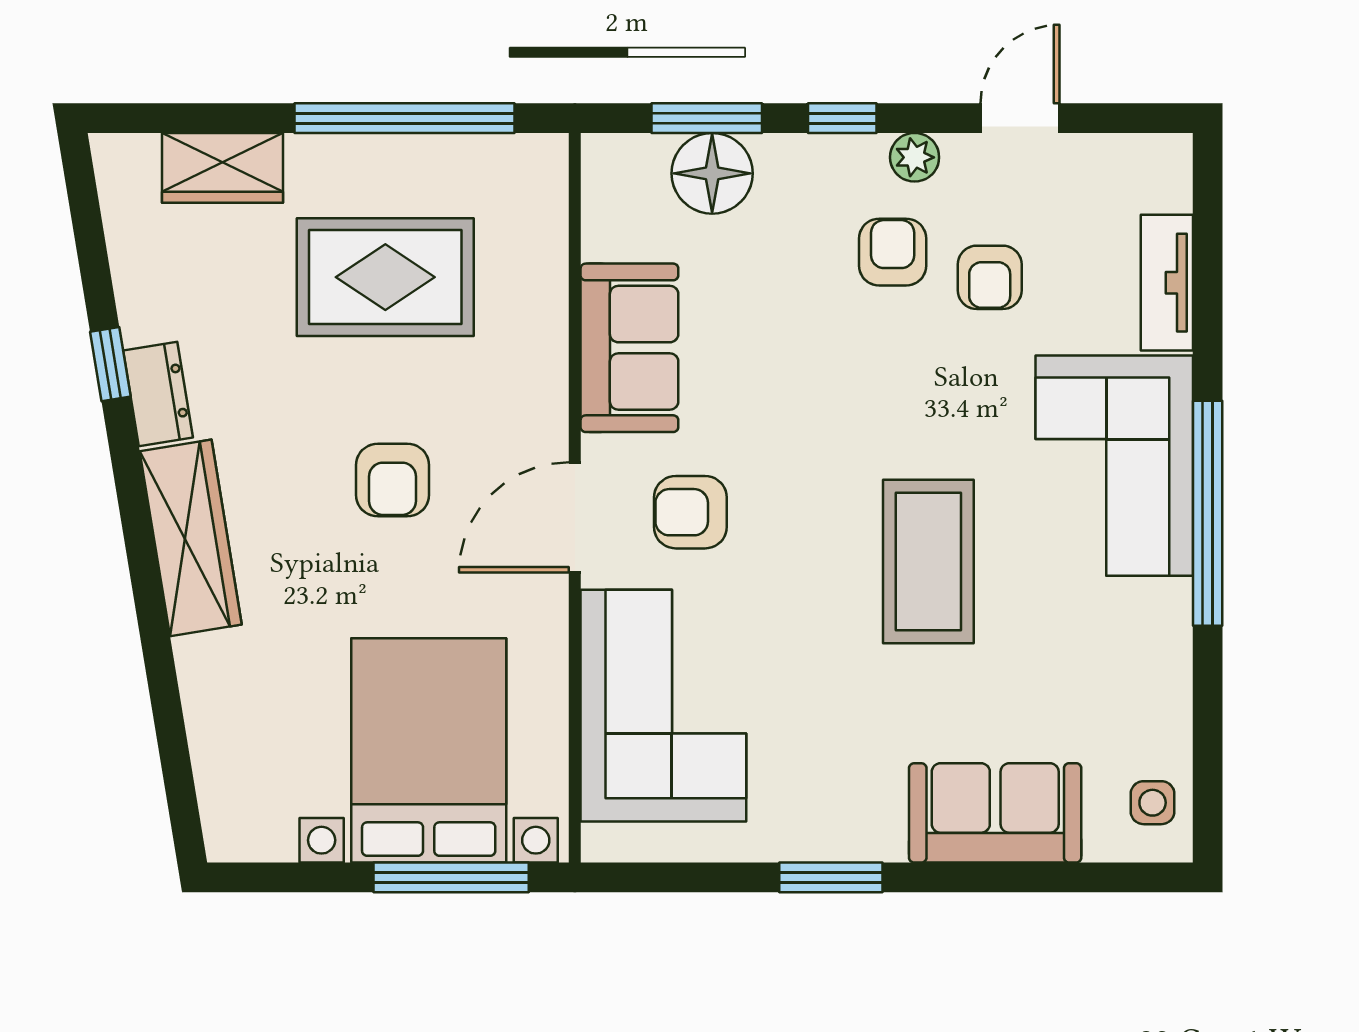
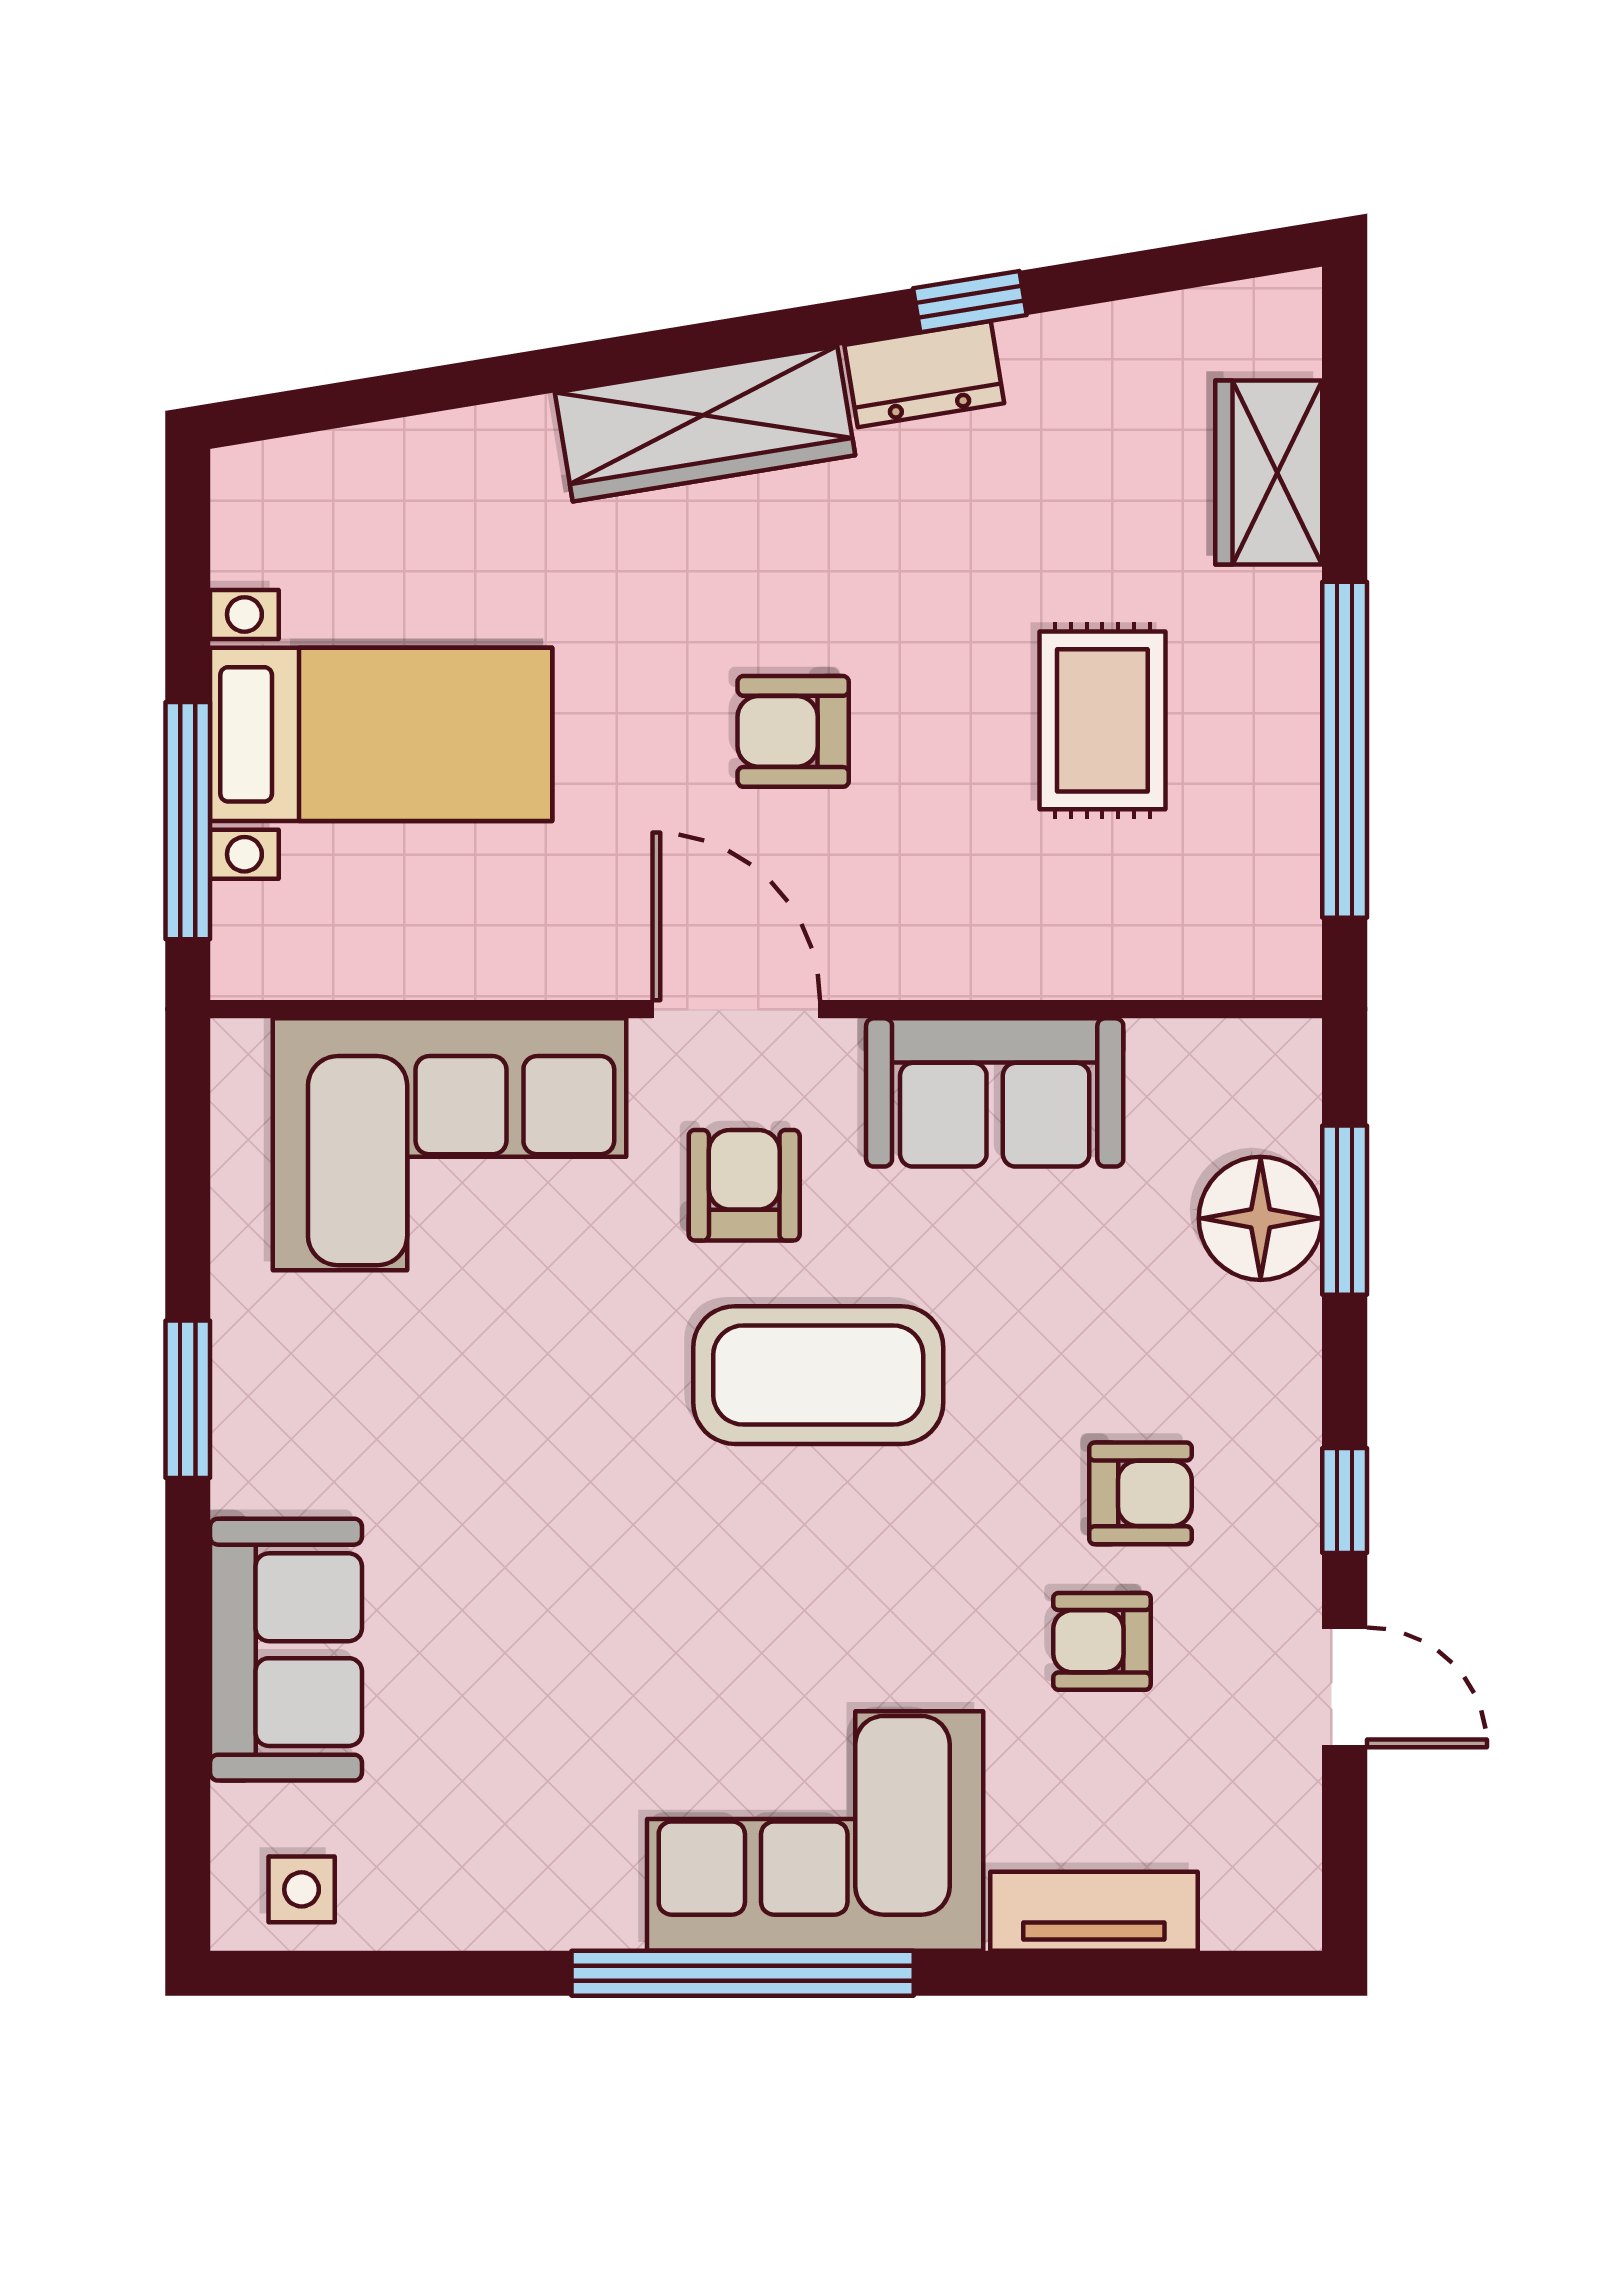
window: (842, 118) -> (1345, 1500), moved
plant: (915, 157) -> (1285, 1527), removed
rug: (385, 277) -> (1102, 720), width x0.73, depth x0.70
coffee table: (928, 561) -> (818, 1375), moved
bed with nightstands: (429, 750) -> (381, 734), width x0.73

